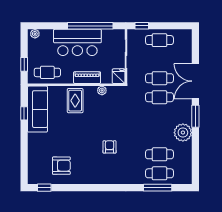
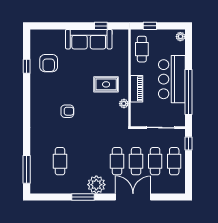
fridge: (119, 76) -> (138, 120), removed
rug: (75, 101) -> (106, 84), moved
sofa: (37, 109) -> (89, 39), moved
window: (195, 116) -> (83, 197), moved
plant: (183, 133) -> (96, 185), moved
cafe table: (159, 173) -> (155, 161), moved
window: (44, 188) -> (27, 66), moved
window: (158, 188) -> (27, 169), moved

